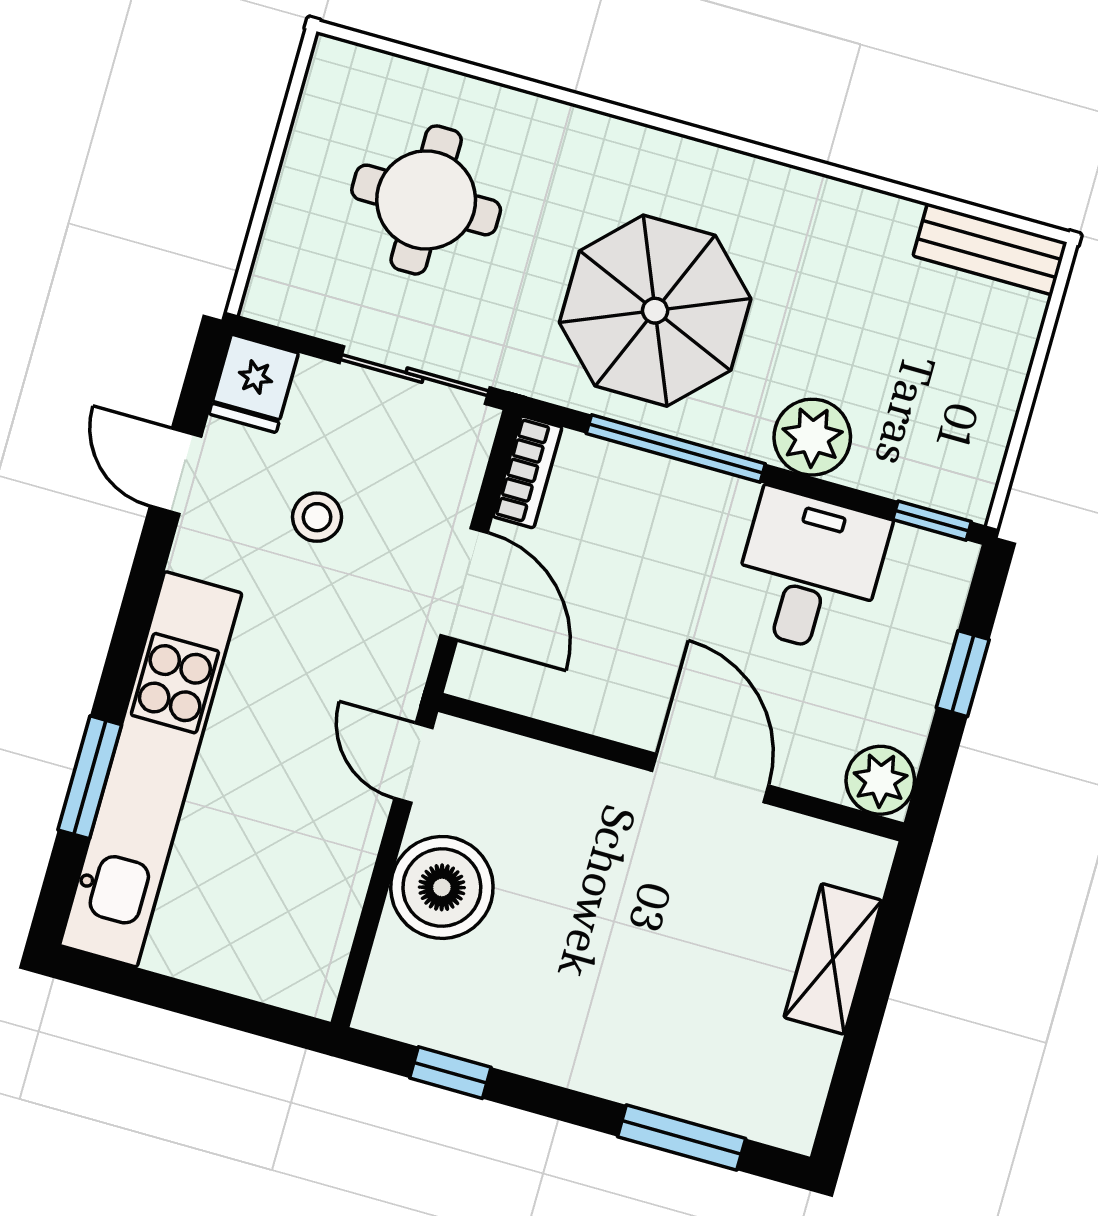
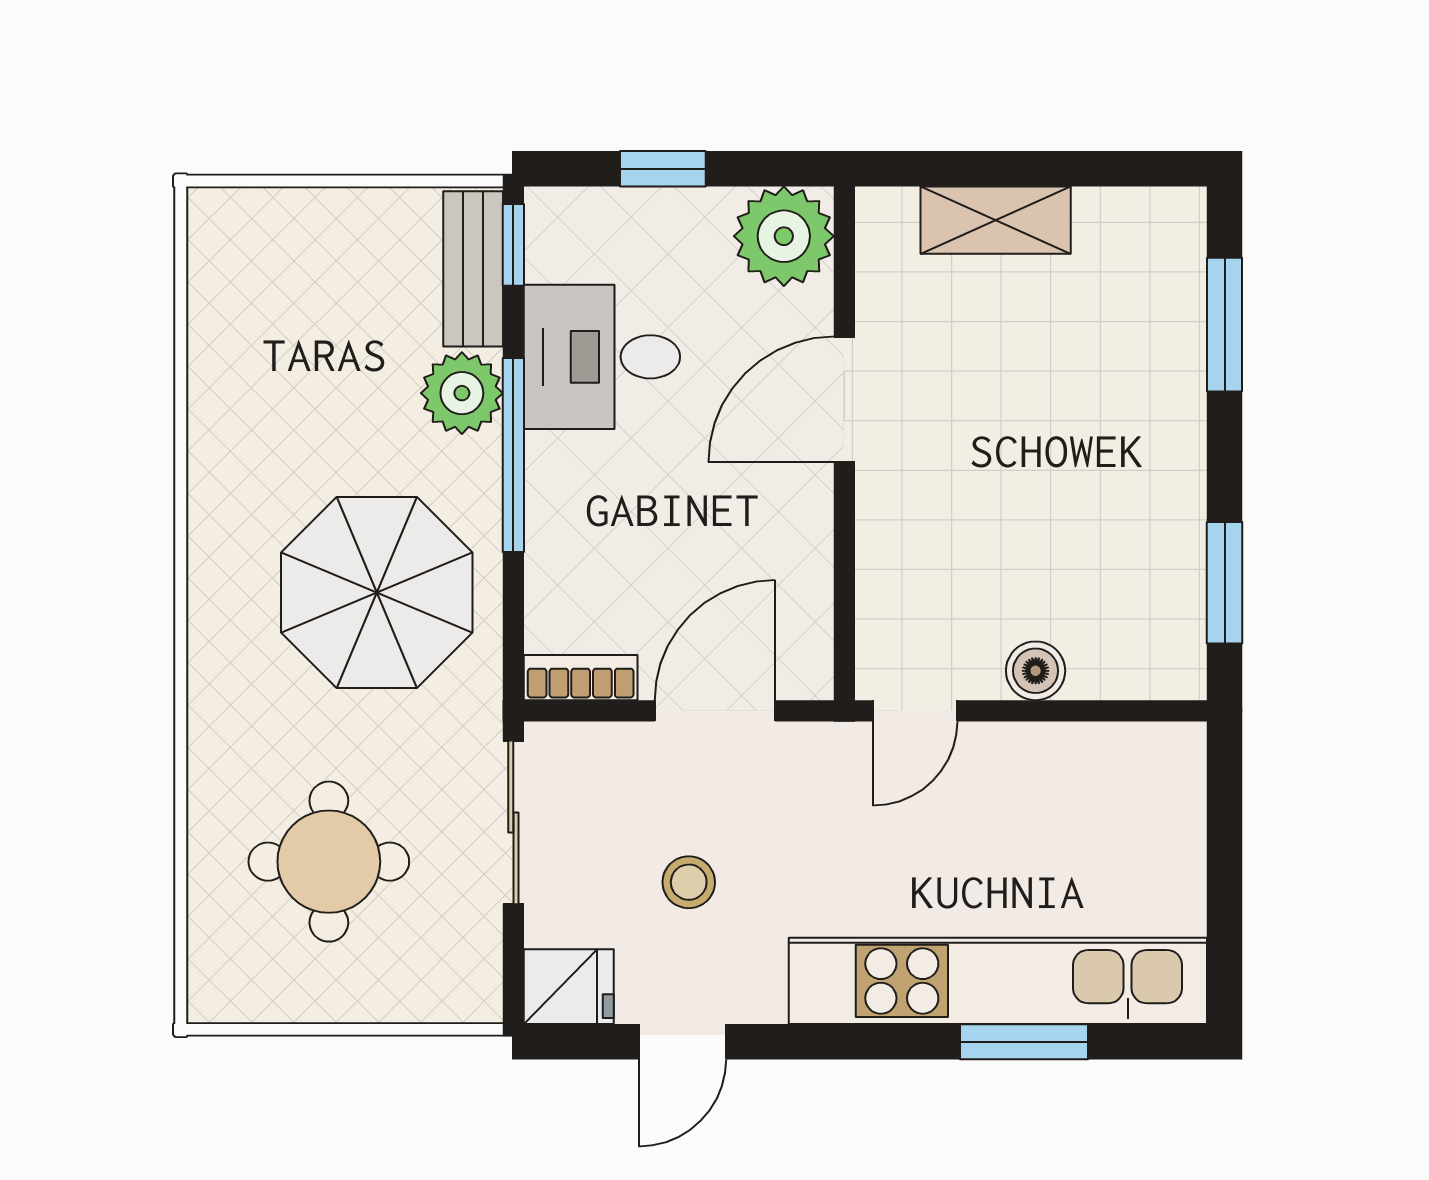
bench: (990, 249) -> (473, 269), moved
window: (676, 449) -> (513, 455), moved
plant: (880, 780) -> (784, 236), width x1.36, depth x1.36
boiler: (442, 887) -> (1036, 671), width x0.54, depth x0.54
window: (450, 1073) -> (1225, 583), width x1.50

